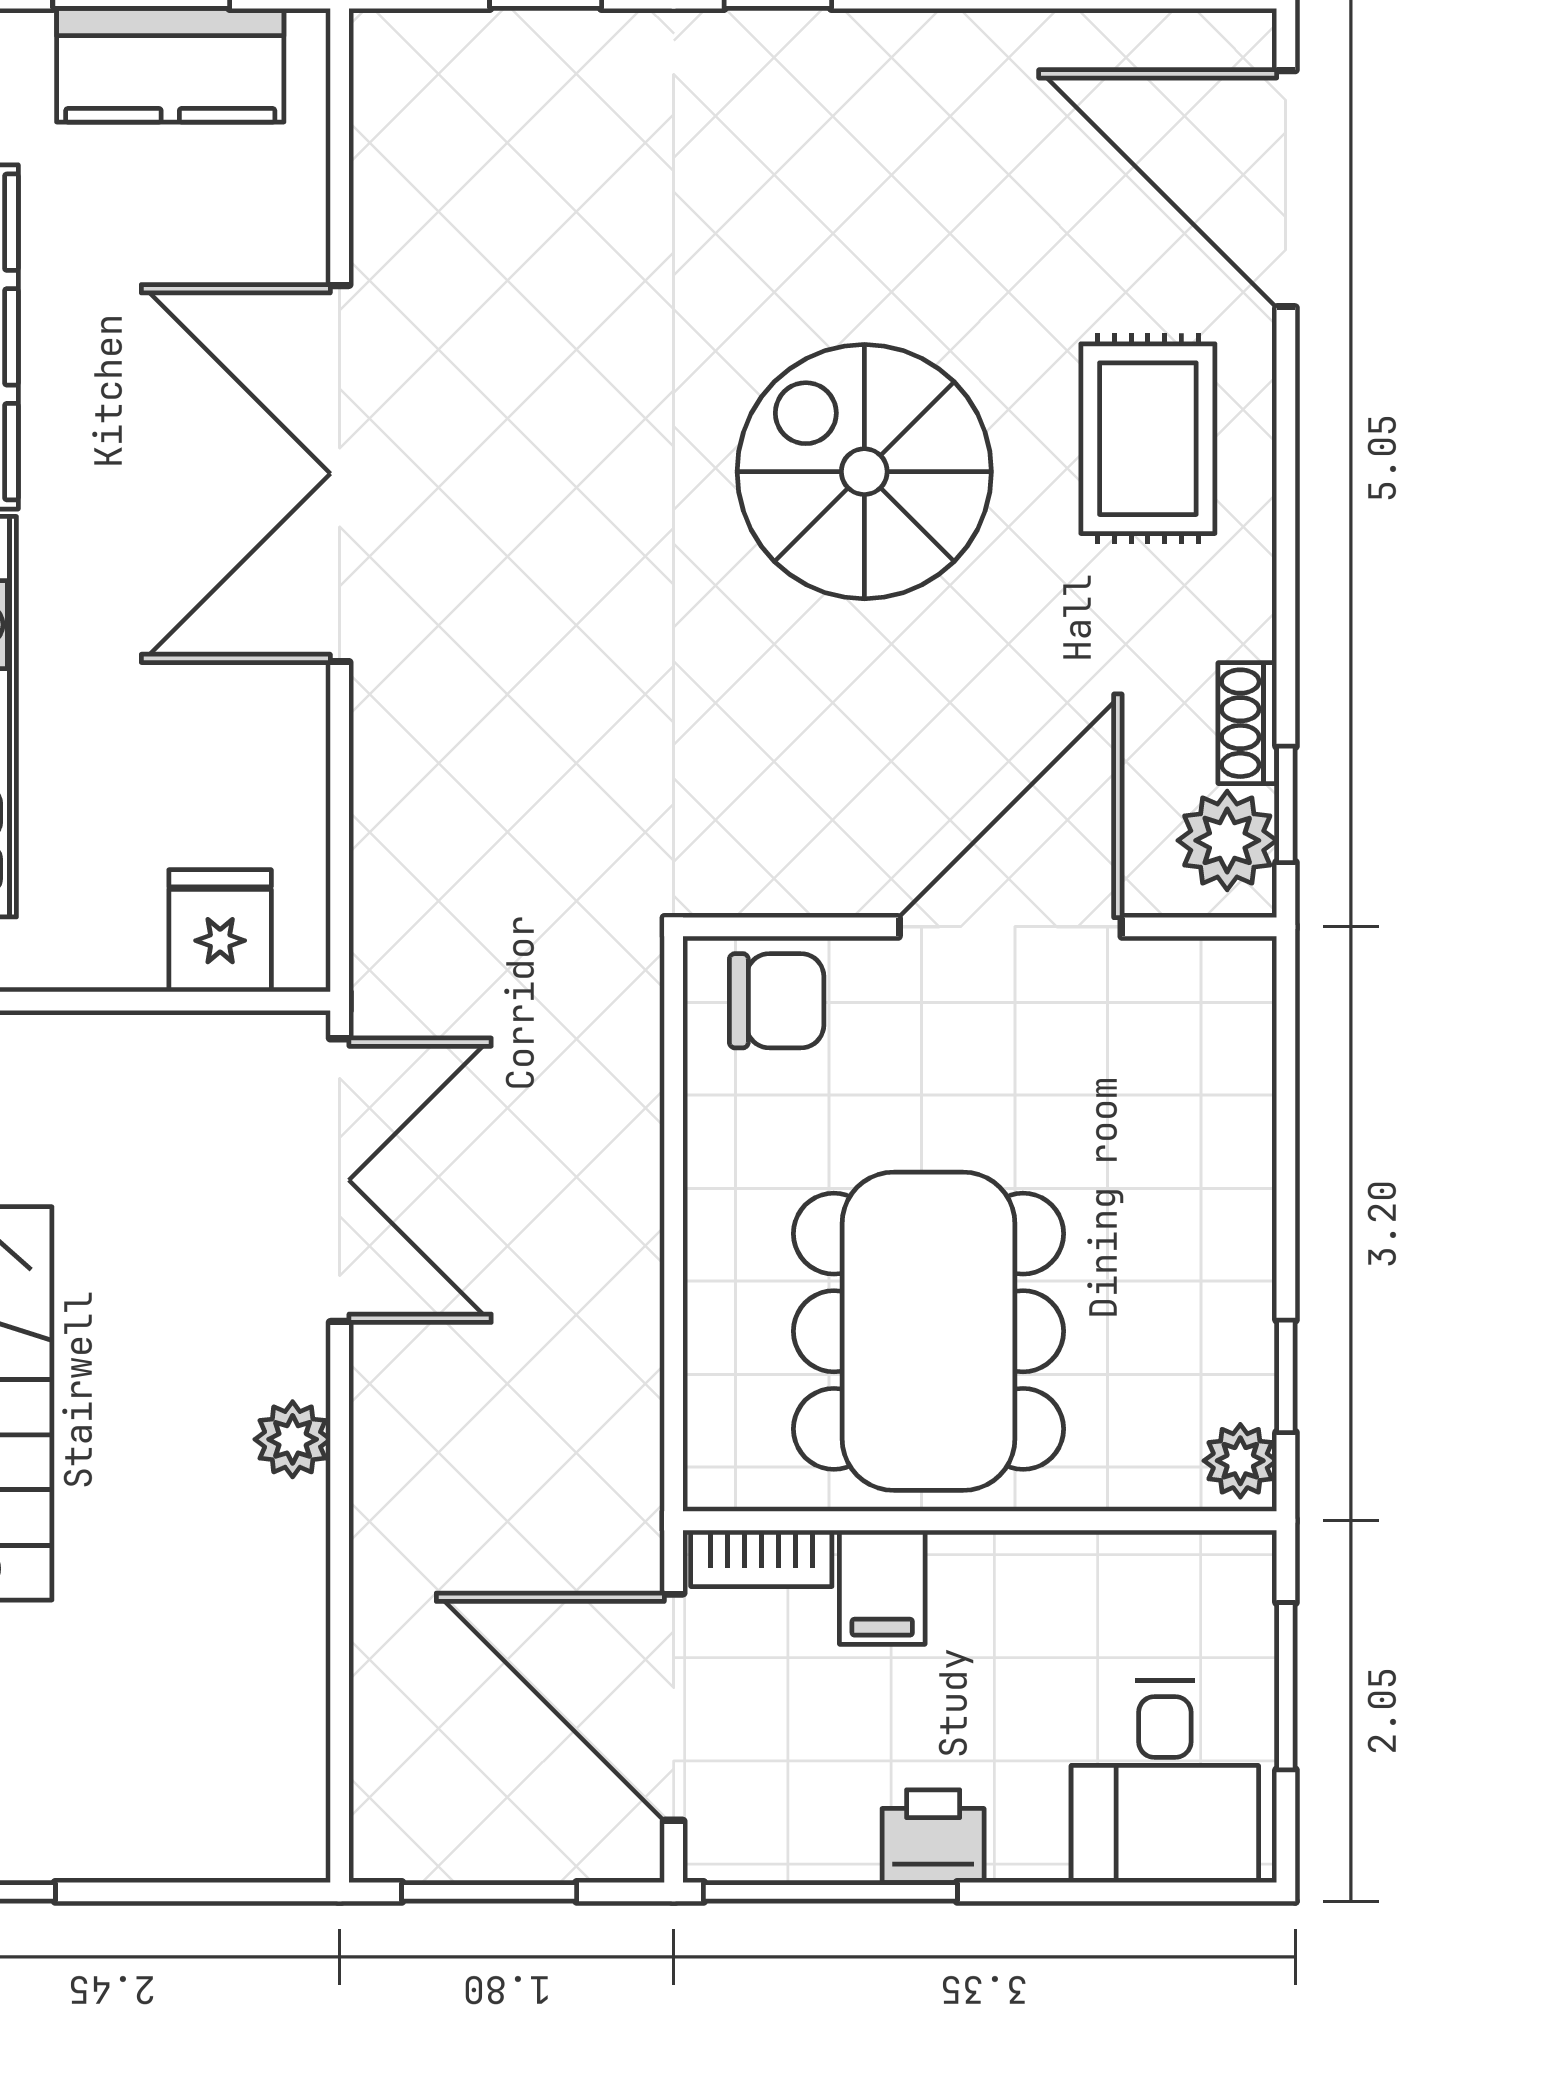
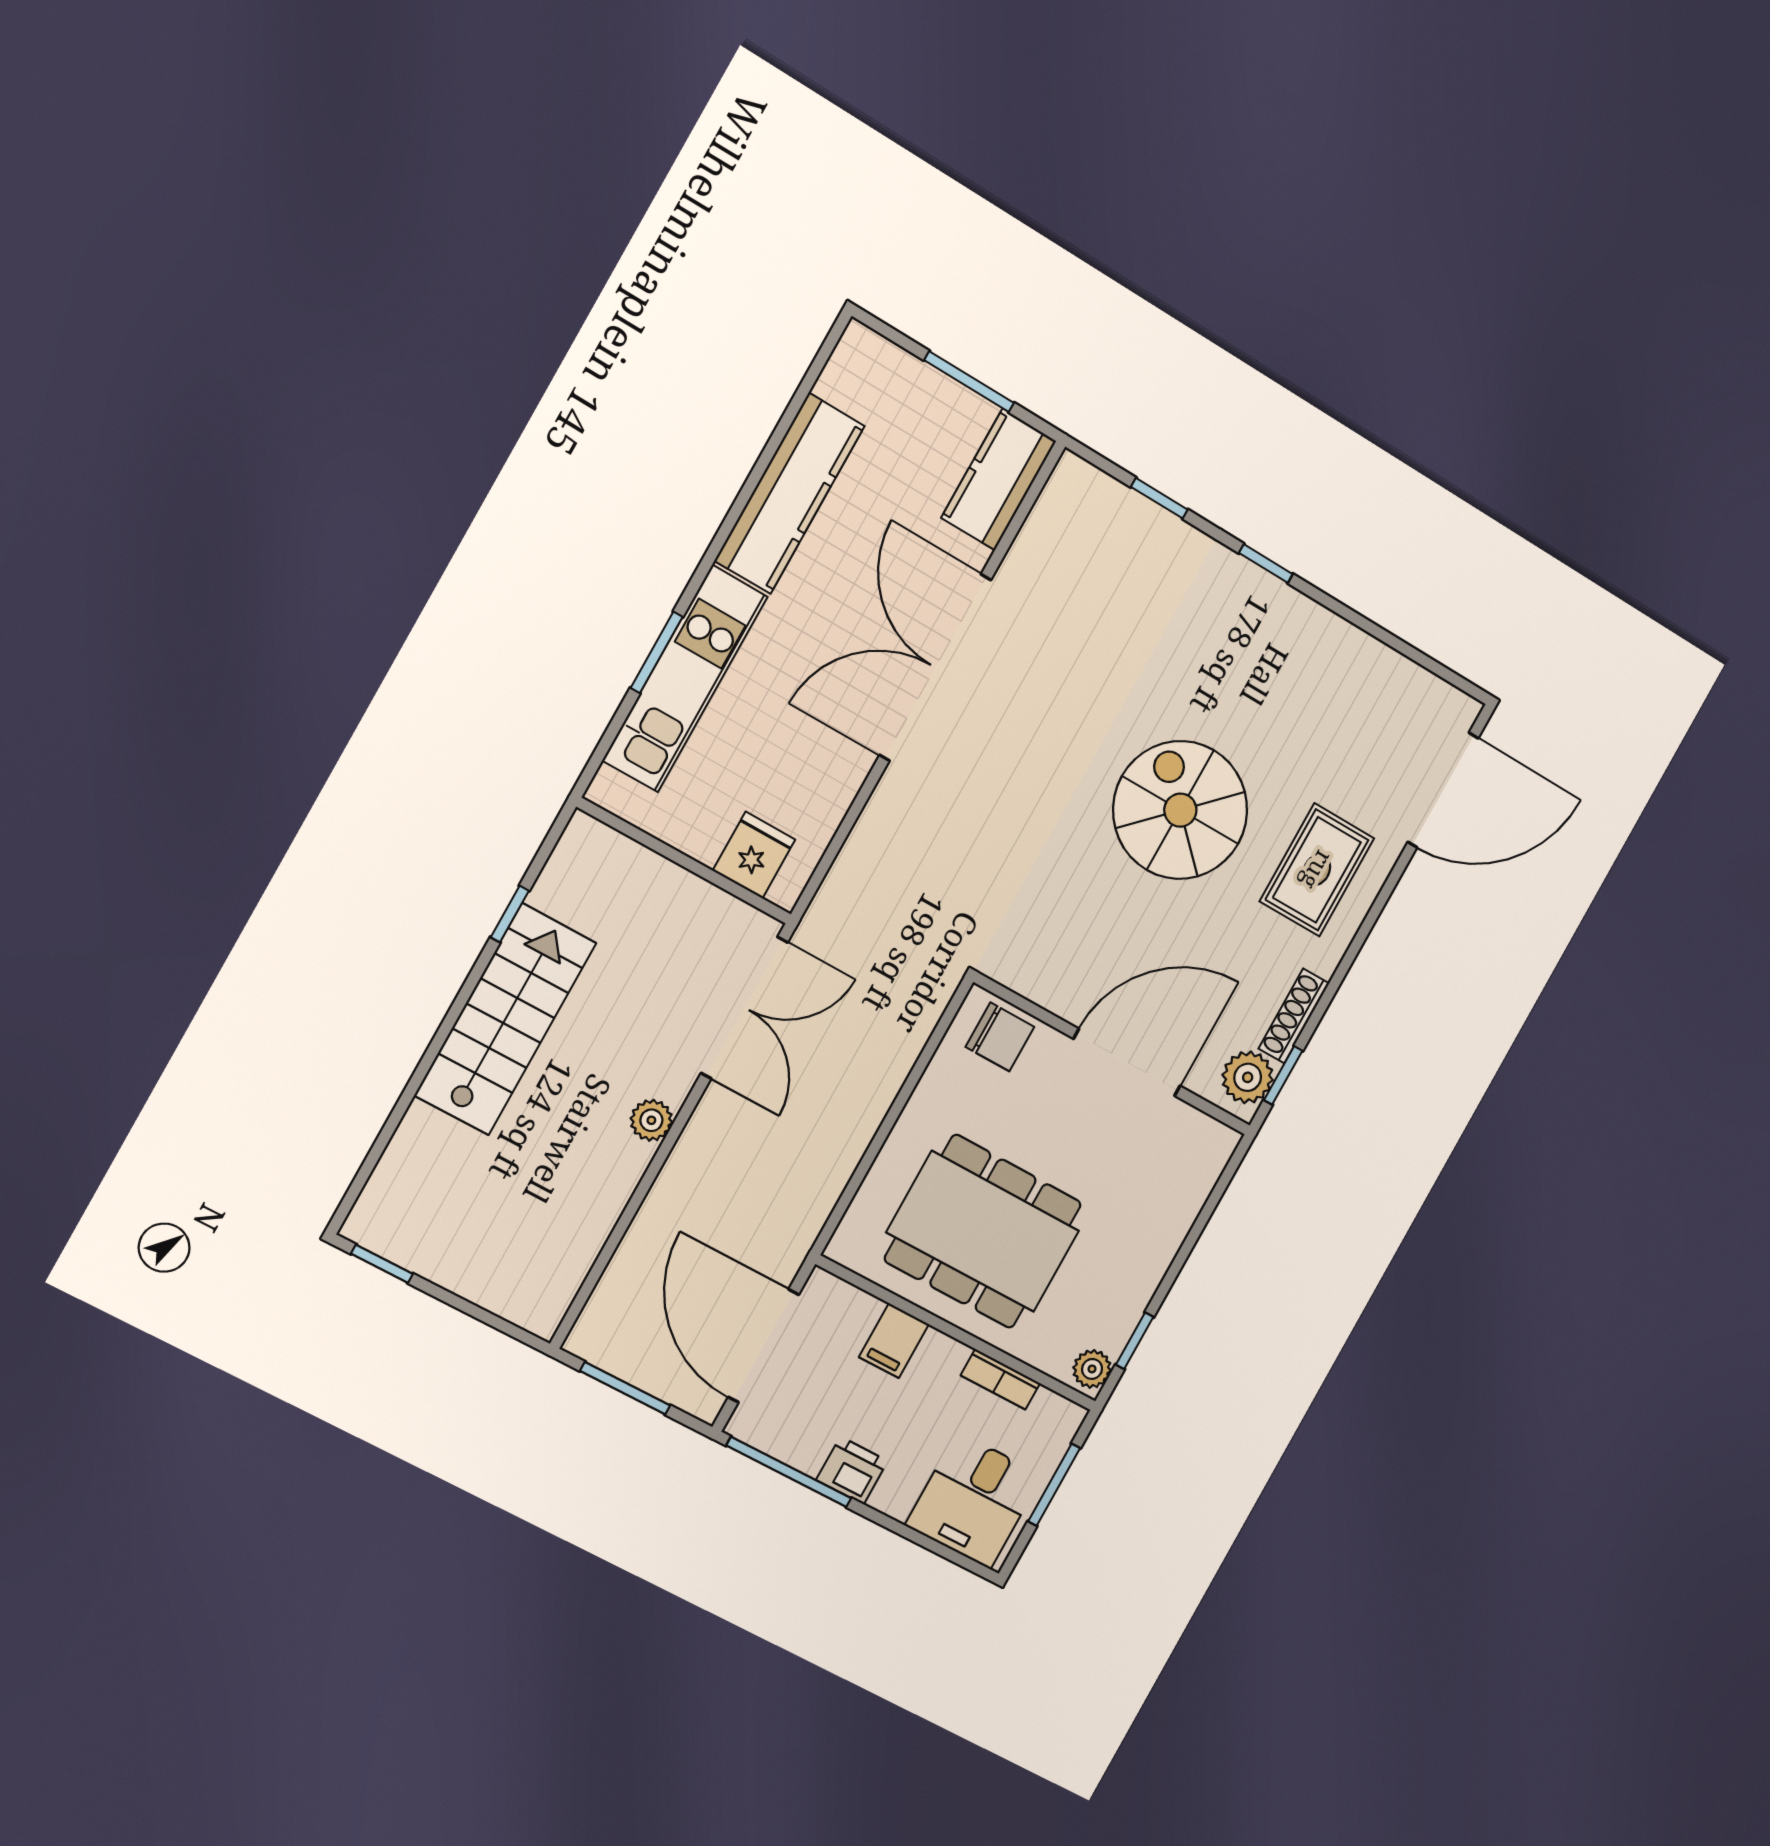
kitchen counter: (170, 65) -> (999, 479), moved, turned 90
door: (1286, 189) -> (1443, 790), swing flipped
shoe rack: (1247, 723) -> (1294, 1016), width x1.43
dining table: (928, 1331) -> (983, 1232), turned 90
bookcase: (761, 1558) -> (1000, 1379), moved

